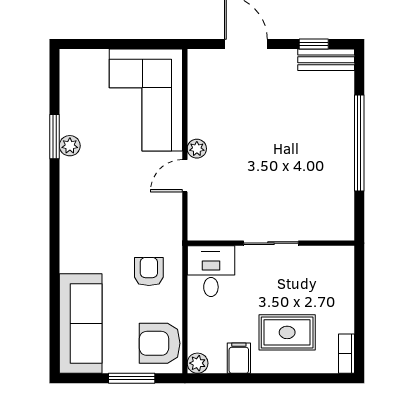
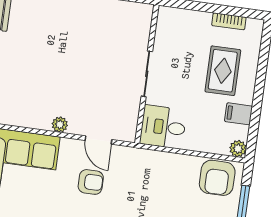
door: (185, 176) -> (98, 140), moved
armchair: (149, 272) -> (91, 182), moved, turned 180
bookcase: (347, 354) -> (229, 21), moved

